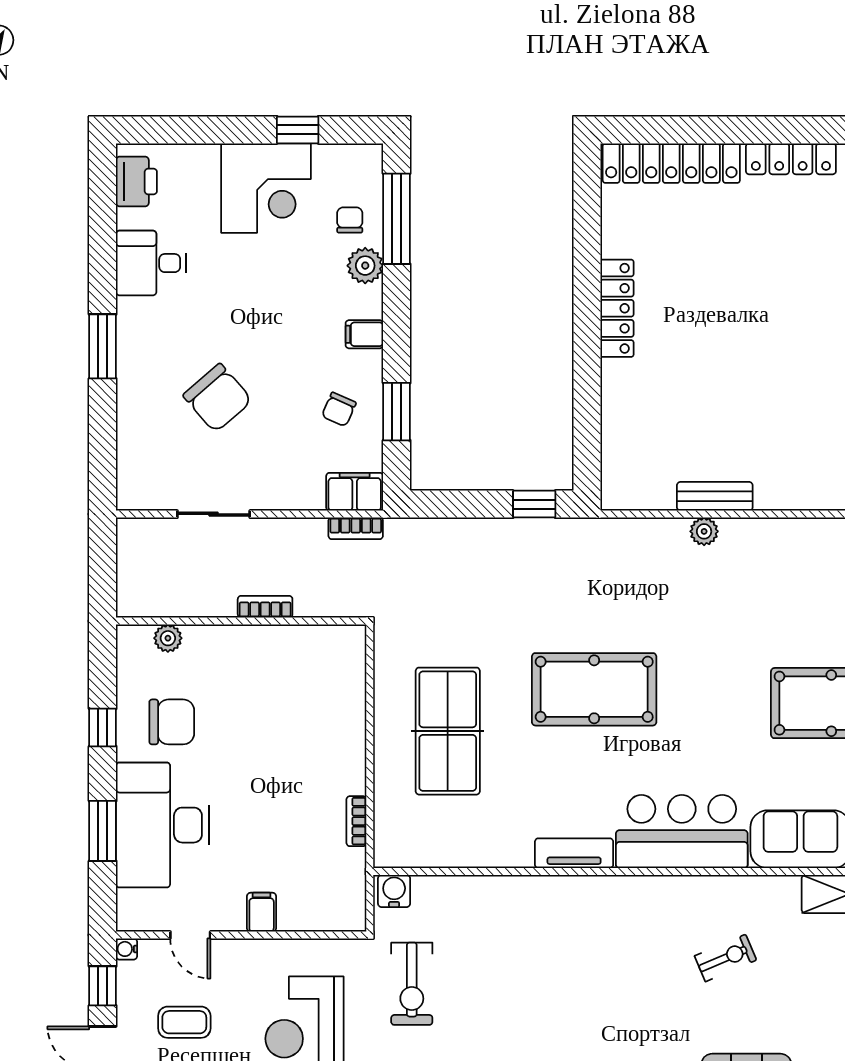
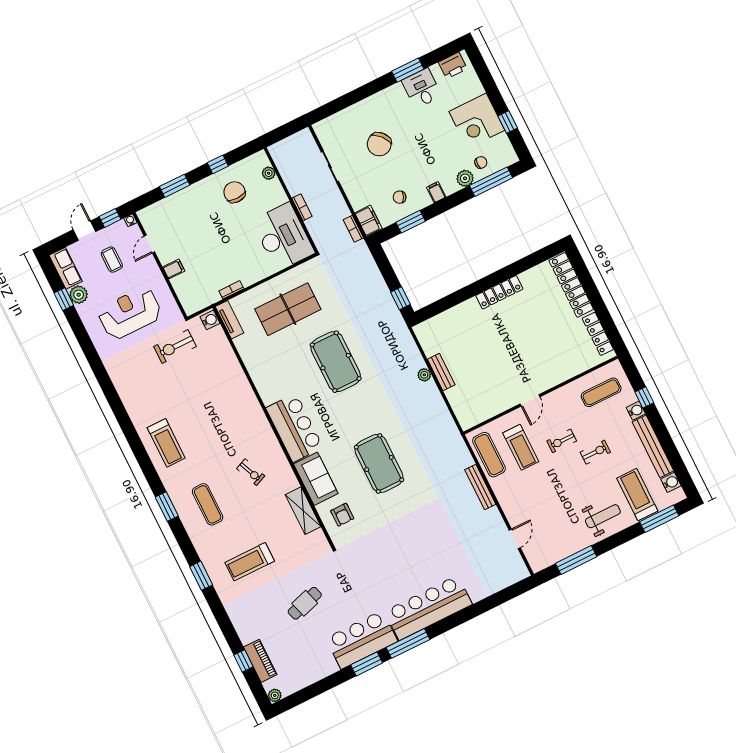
window: (103, 346) -> (408, 70), moved
chair: (172, 722) -> (234, 192), turned 180
desk: (163, 825) -> (283, 237), moved, turned 90
tv unit: (574, 853) -> (230, 320), moved

